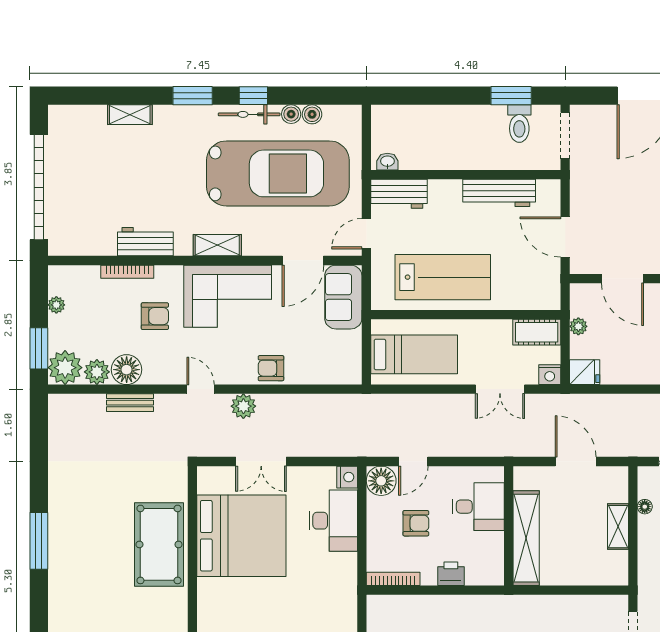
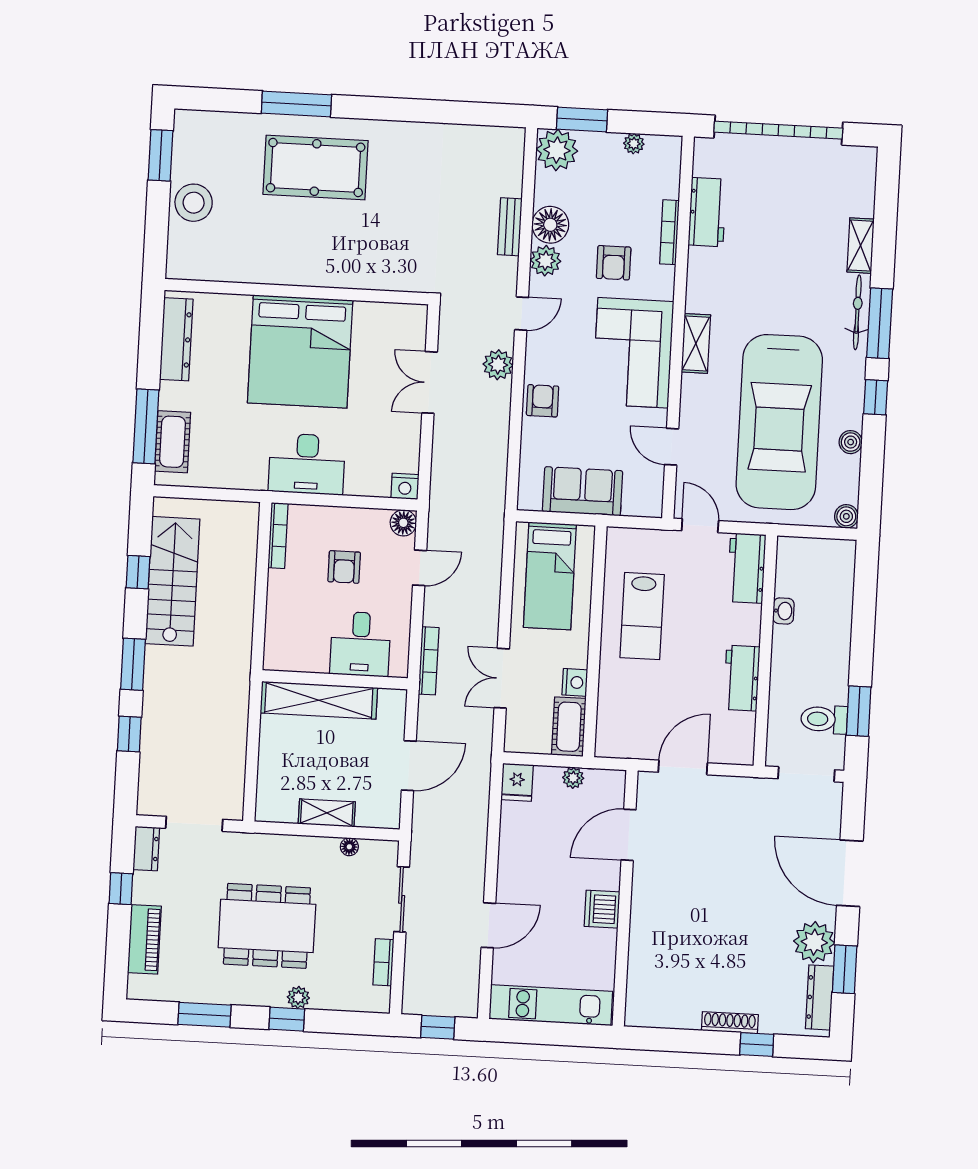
window: (193, 96) -> (880, 323), width x1.44
bicycle: (249, 114) -> (857, 312), moved
boiler: (312, 114) -> (846, 516), moved
washbasin: (387, 162) -> (783, 611), moved
workbench: (499, 193) -> (742, 678), width x0.73
workbench: (145, 242) -> (707, 212), moved
door: (303, 260) -> (672, 447), width x0.73
lab bench: (443, 277) -> (642, 616), width x0.73, depth x0.72
sofa: (343, 297) -> (583, 491), moved
plant: (97, 372) -> (545, 261), moved
nightstand: (550, 375) -> (575, 682), moved, turned 180
bookcase: (489, 450) -> (429, 661), added
door: (413, 461) -> (420, 568), swing flipped
floor lamp: (381, 481) -> (403, 523), width x0.73, depth x0.73
desk: (333, 521) -> (307, 464), moved
bed: (241, 536) -> (300, 351), moved
window: (39, 541) -> (296, 104), moved
pool table: (159, 544) -> (316, 167), moved
printer: (451, 574) -> (280, 606), removed

